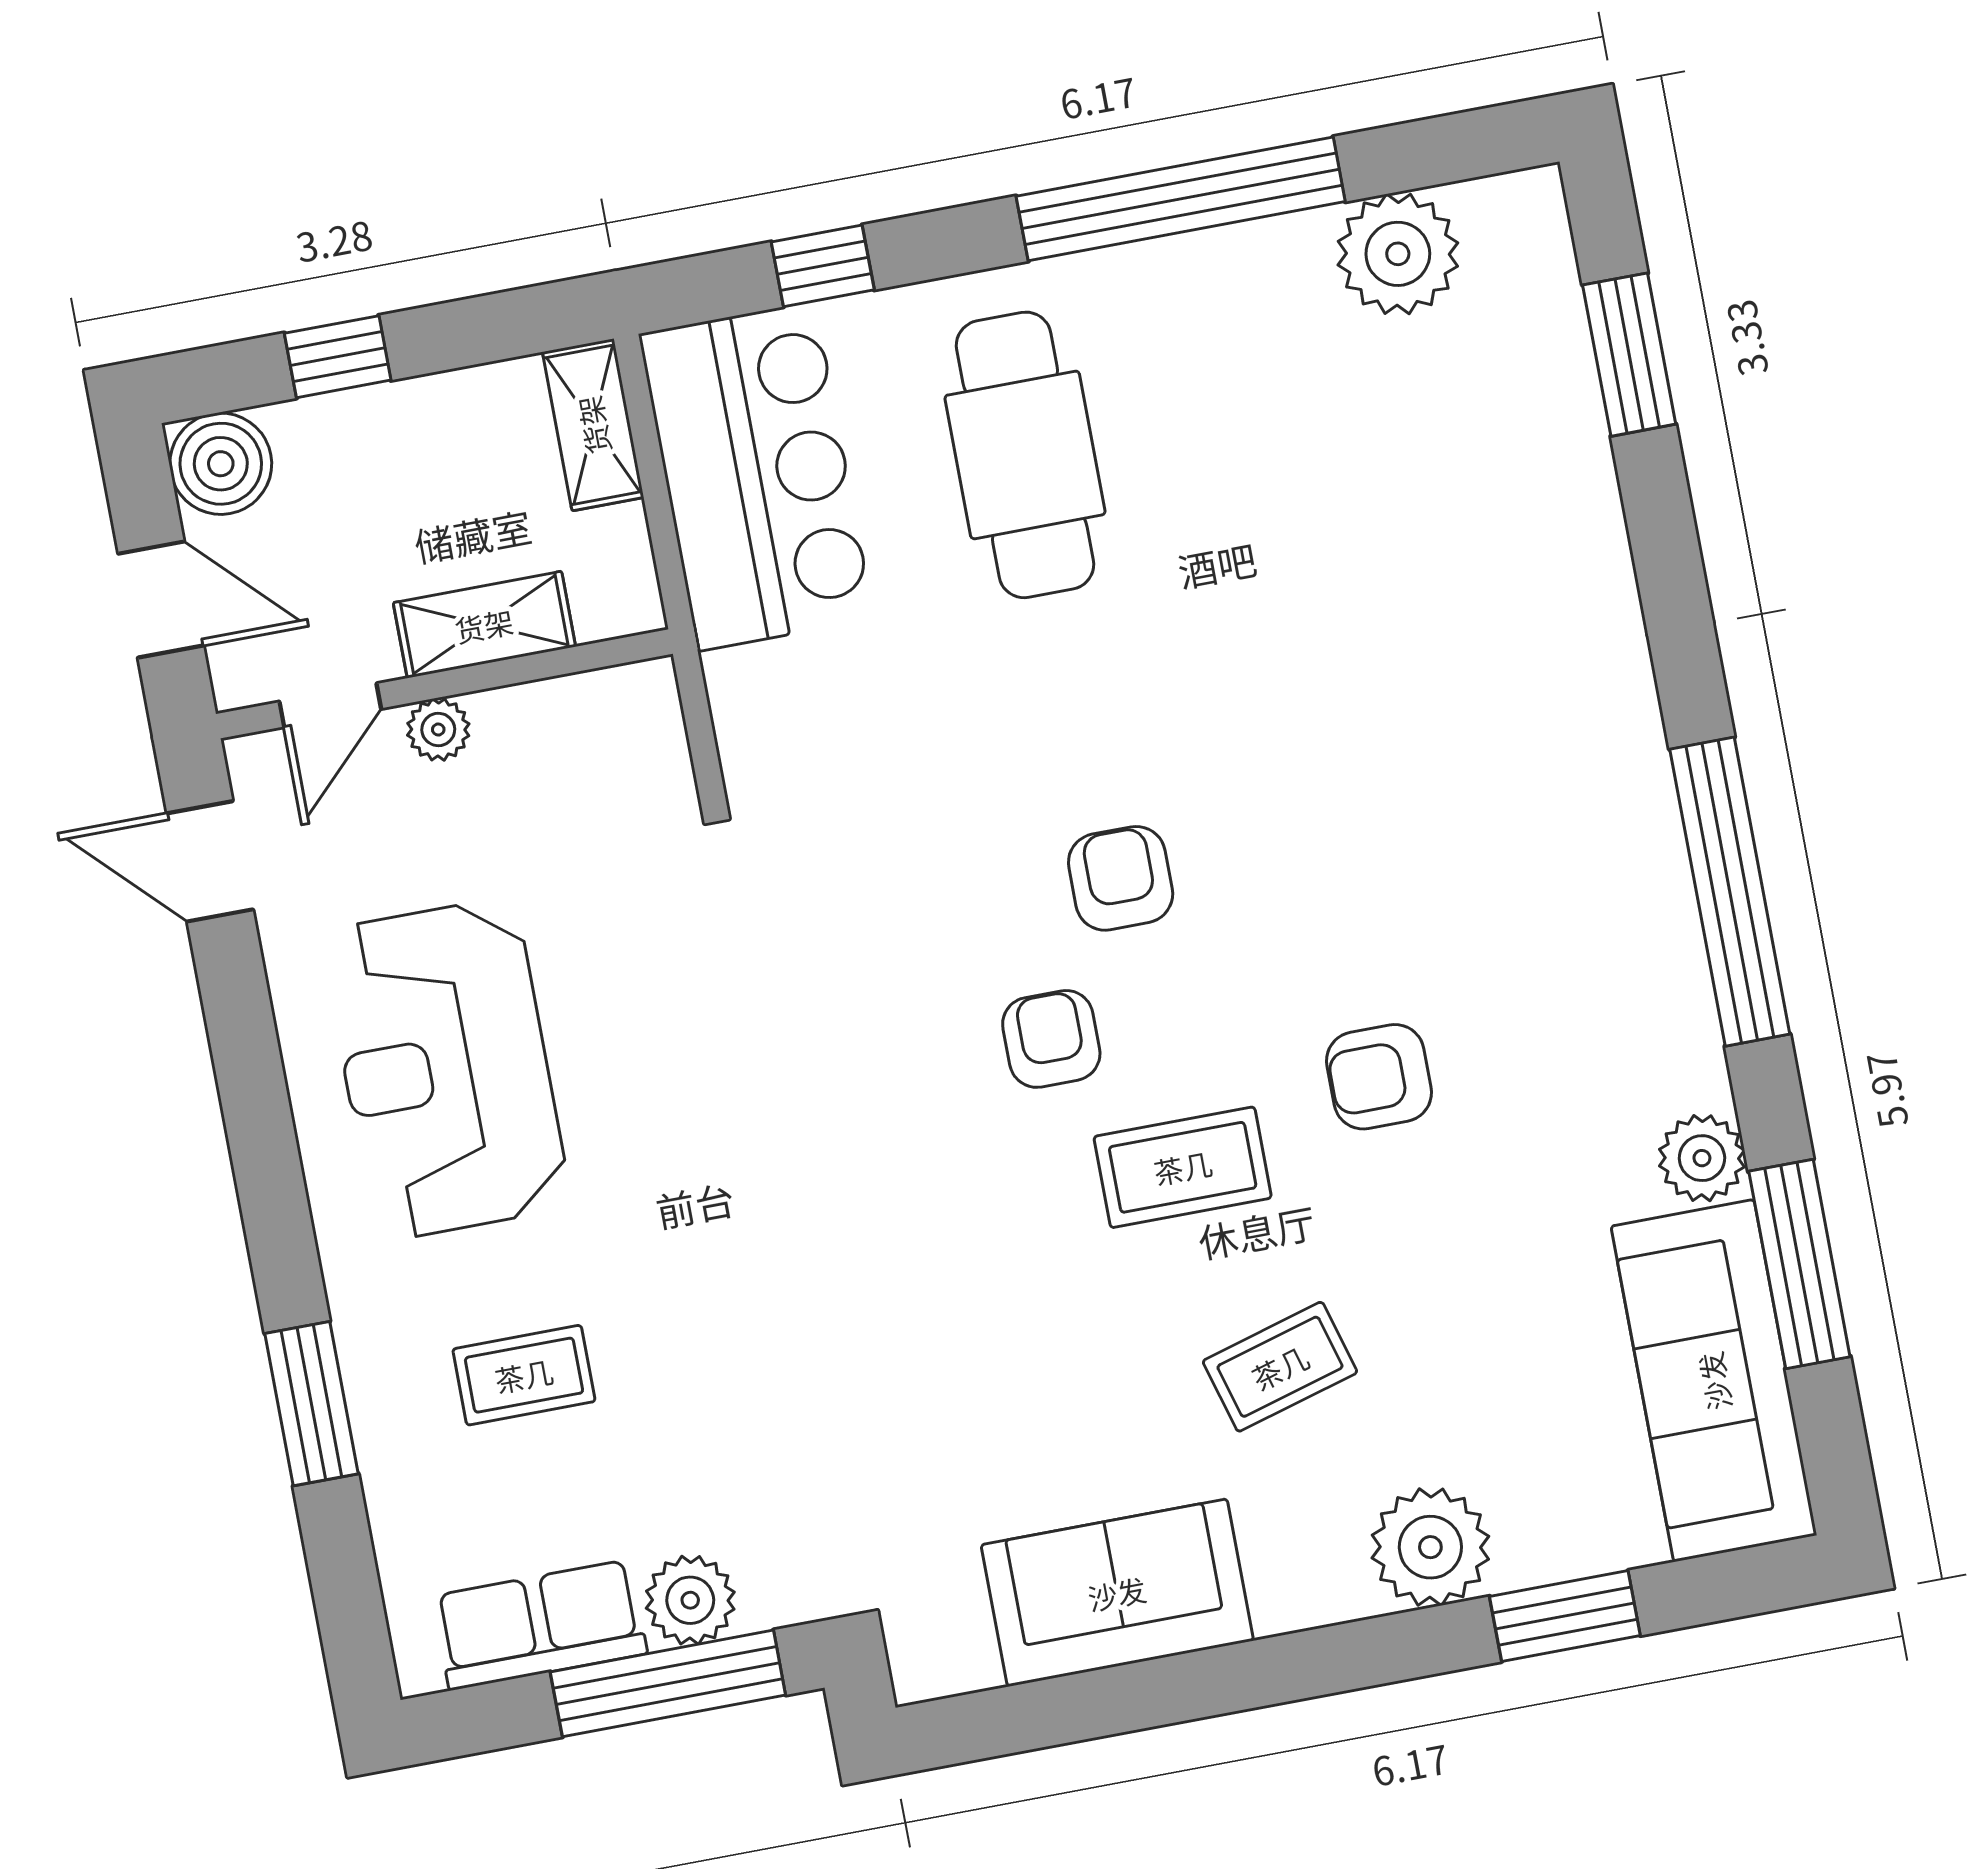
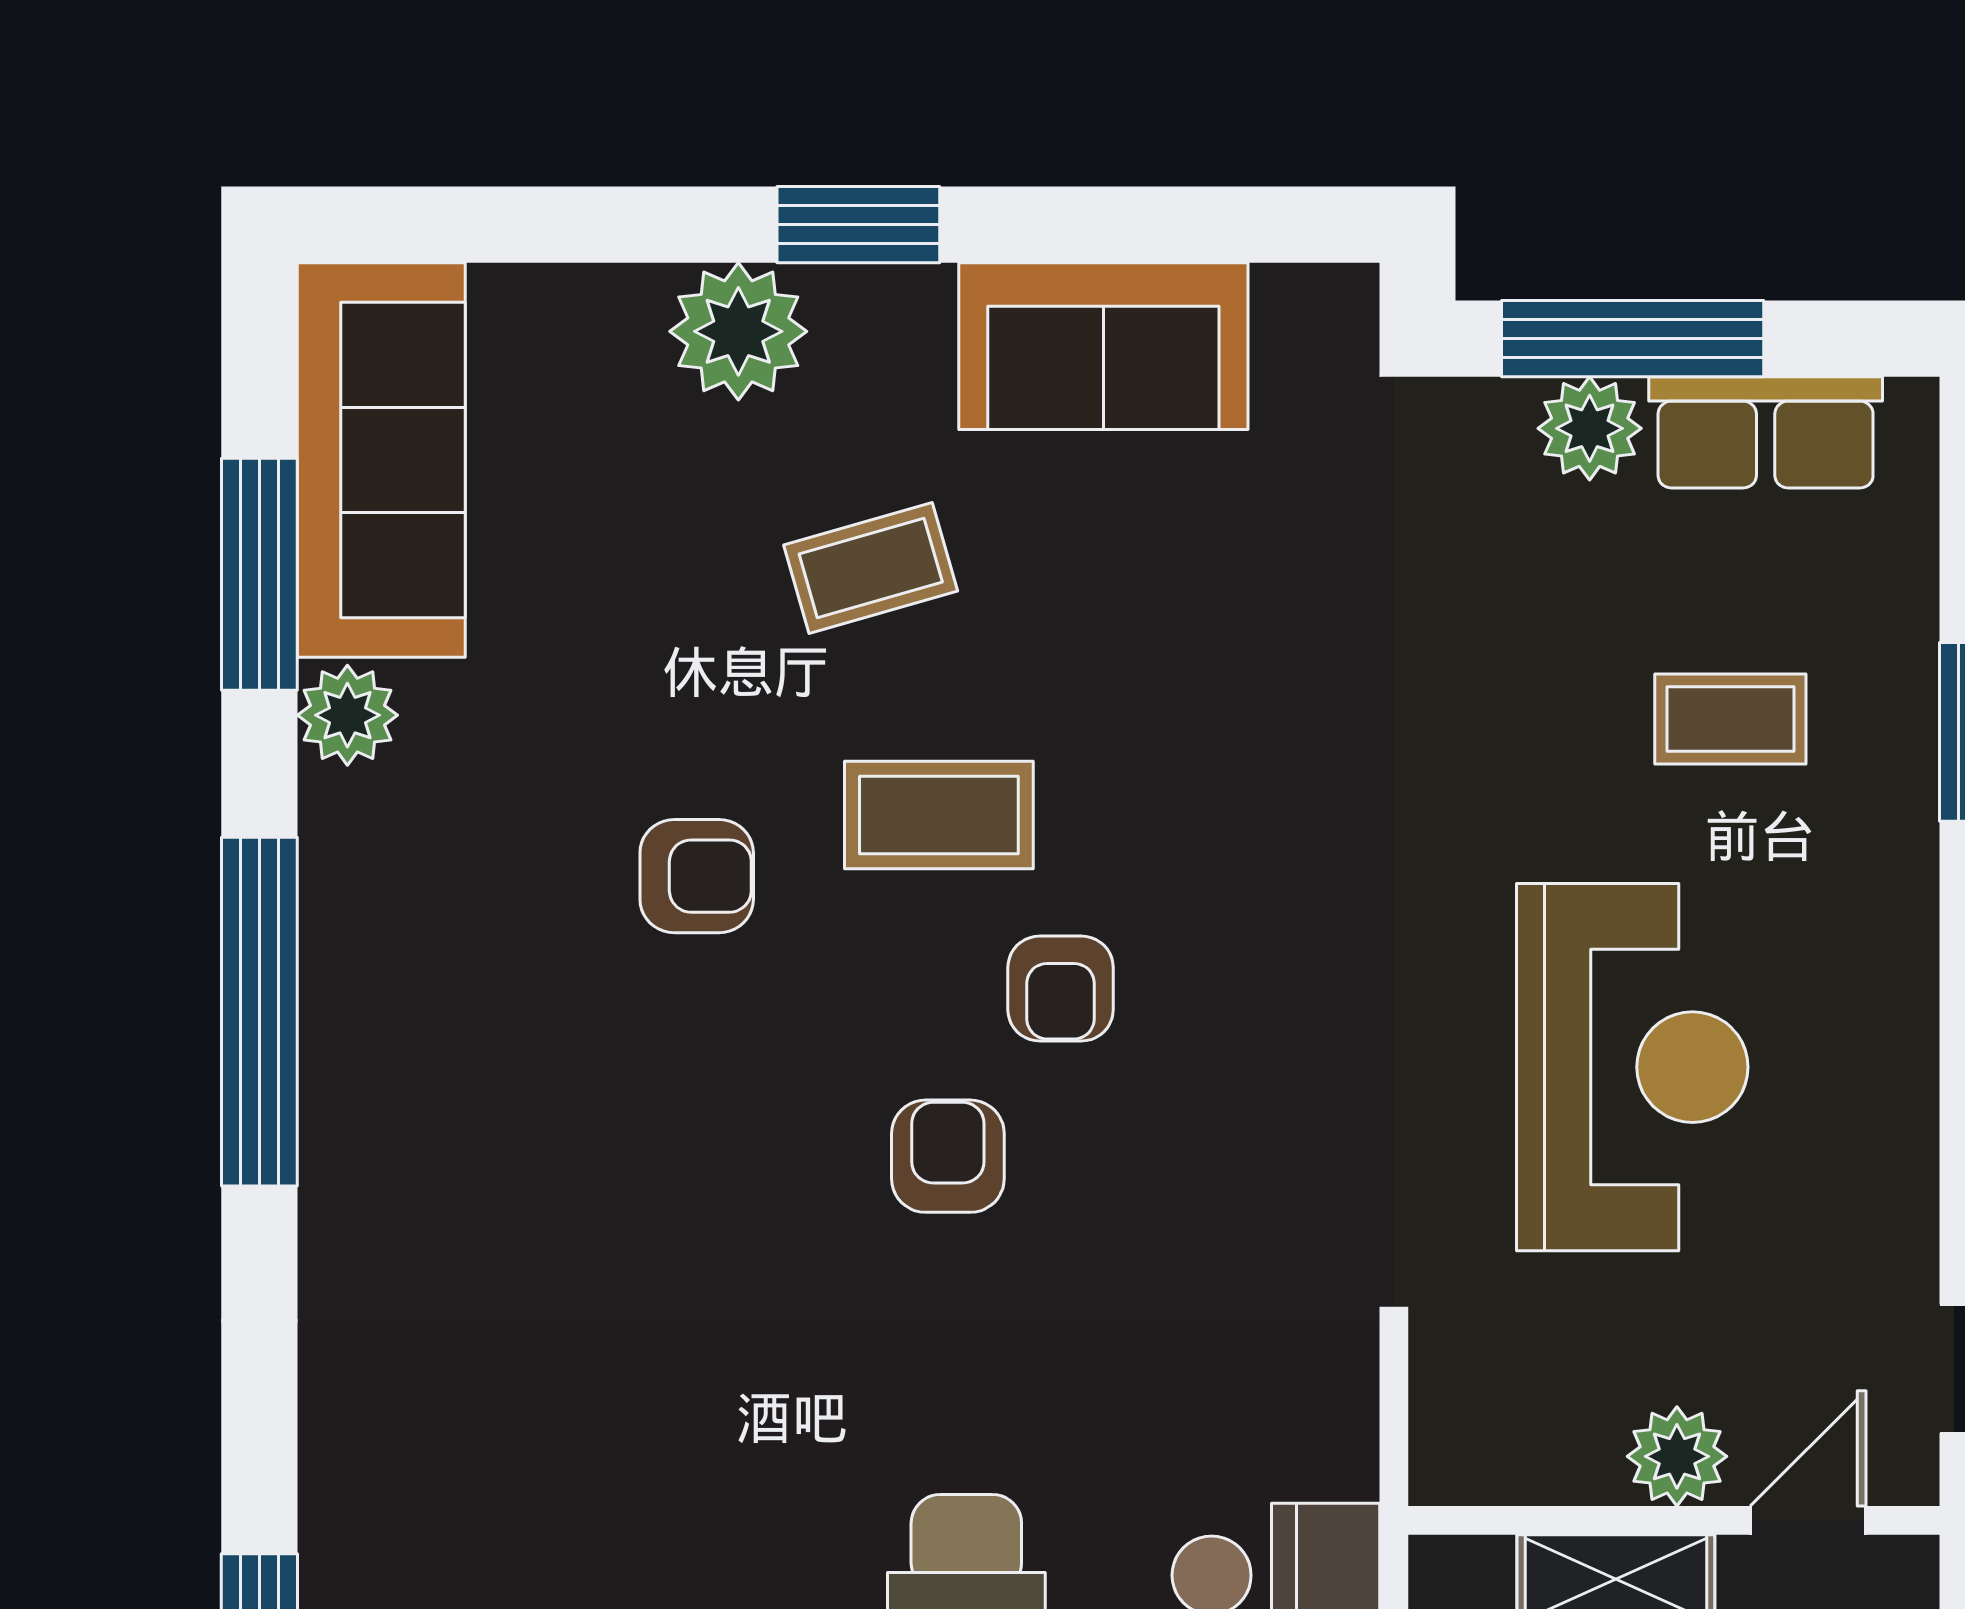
plant: (438, 729) -> (1677, 1456), width x1.38, depth x1.38
armchair: (1121, 878) -> (948, 1156), turned 180
reception desk: (446, 1069) -> (1632, 1067), moved
window: (1565, 1616) -> (858, 225), moved

